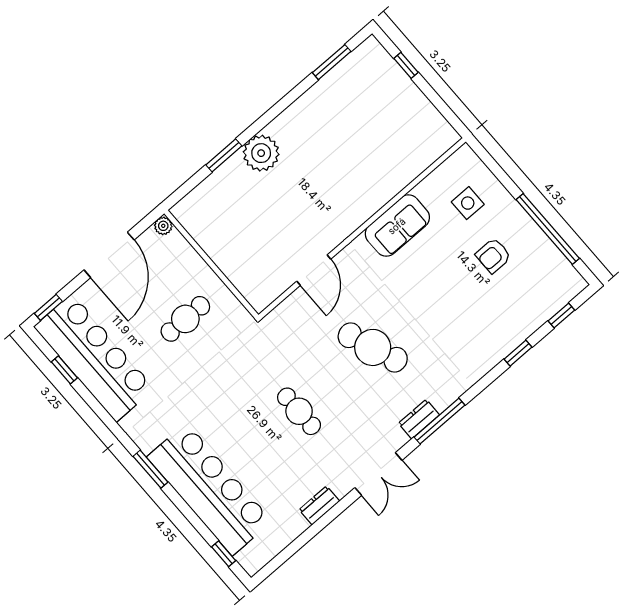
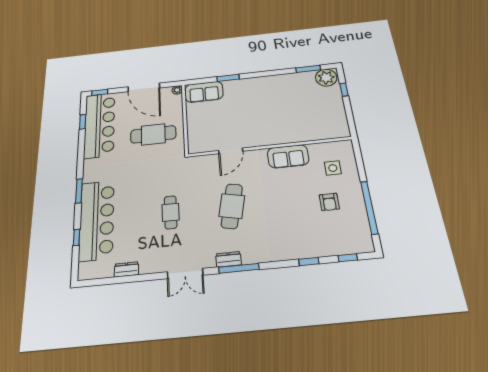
plant: (261, 153) -> (326, 78), moved
sofa: (206, 202) -> (204, 92), added
door: (109, 255) -> (144, 87), hinge flipped
armchair: (493, 256) -> (329, 202), turned -90
cafe table: (185, 319) -> (153, 134), width x1.37, depth x1.35
cafe table: (373, 347) -> (232, 206), turned 33
dresser: (319, 505) -> (126, 269), moved
window: (224, 554) -> (76, 237), moved

